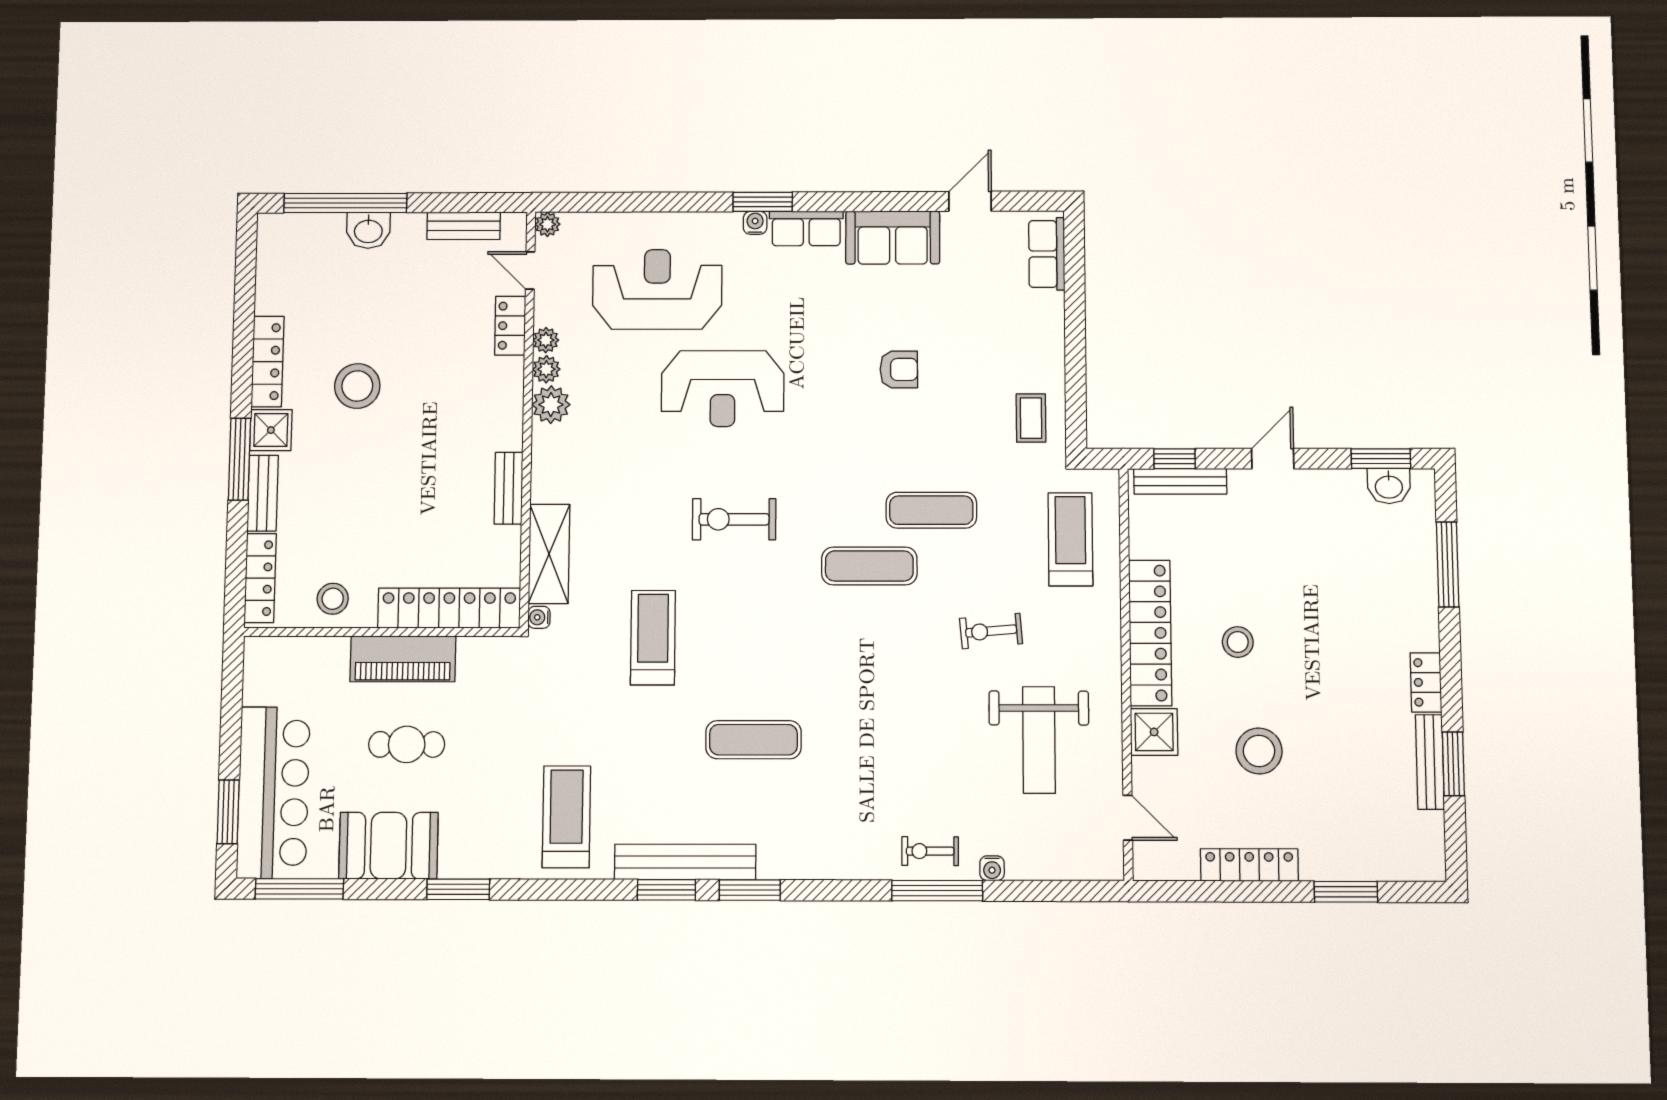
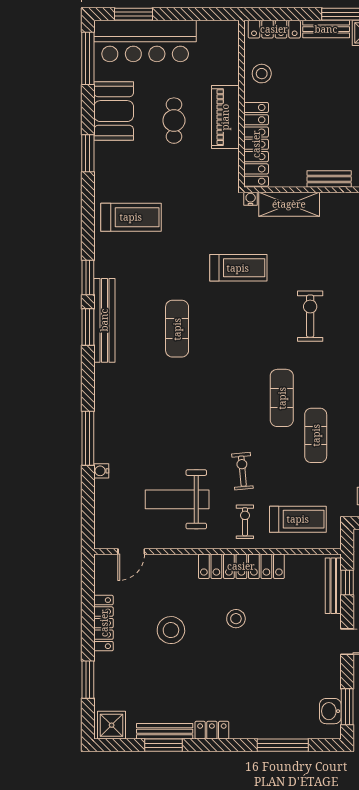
shower: (1154, 732) -> (112, 725), moved
exercise bike: (930, 851) -> (245, 522), moved
bench: (685, 862) -> (104, 320), moved

